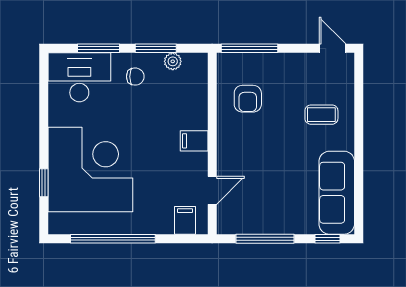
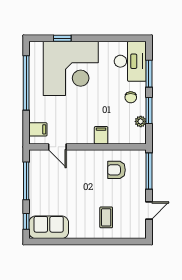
door: (332, 48) -> (149, 210), moved
filing cabinet: (194, 141) -> (101, 135), moved
sofa: (337, 193) -> (49, 227), width x0.73

